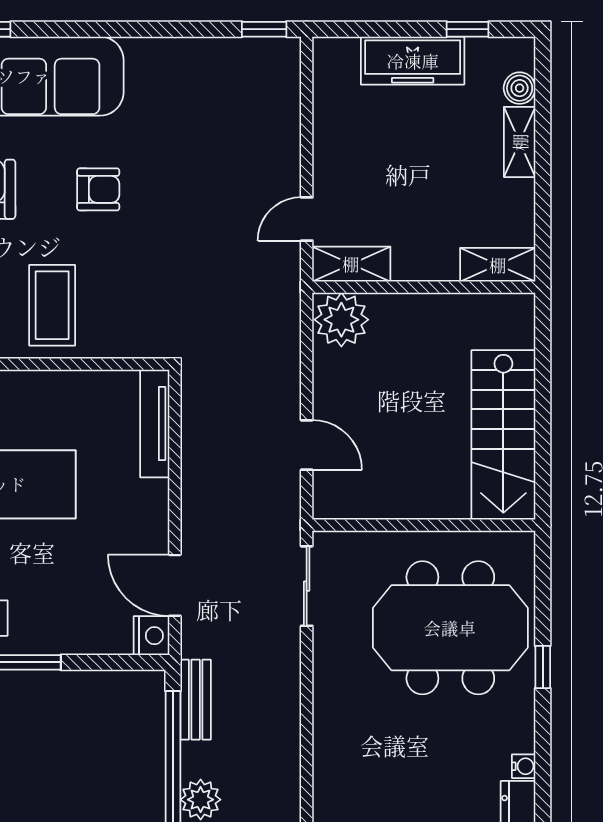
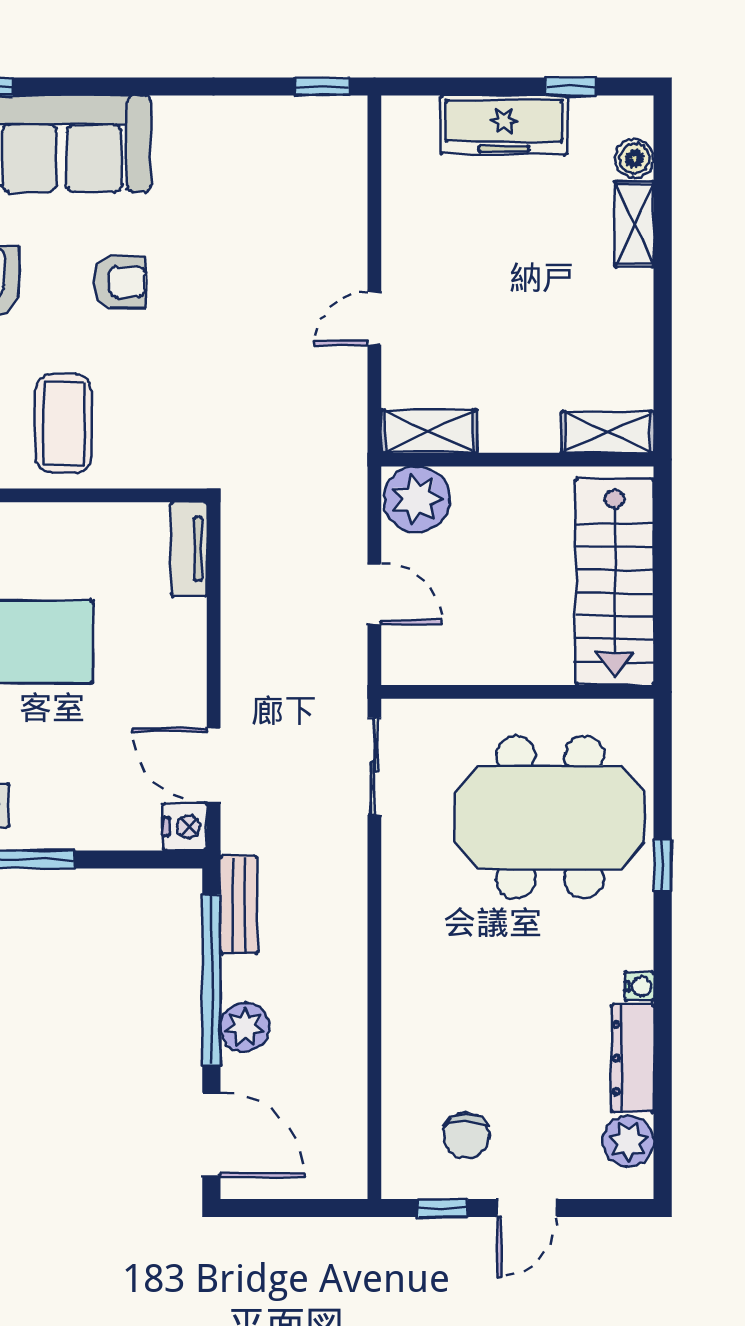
shelving: (351, 264) -> (429, 431), moved
shelving: (498, 265) -> (608, 432), moved
wall: (424, 287) -> (517, 460), moved
plant: (341, 320) -> (417, 499), moved
tv unit: (155, 424) -> (189, 549), width x0.71

